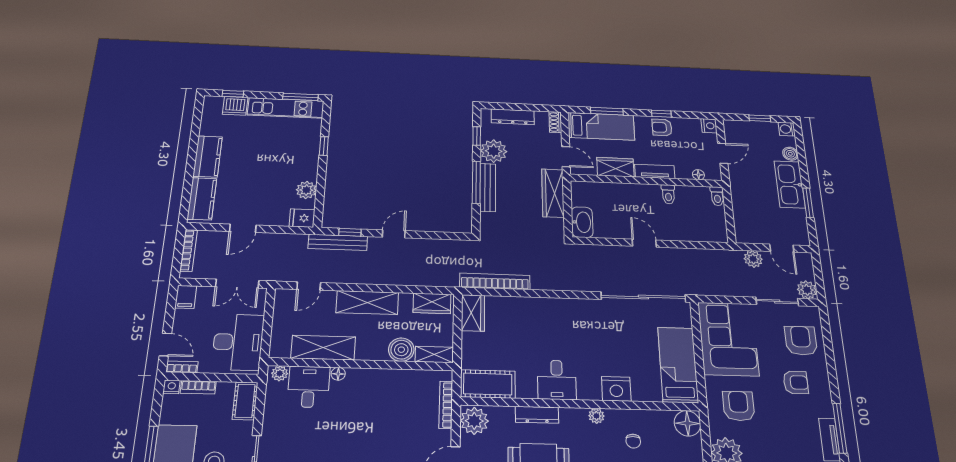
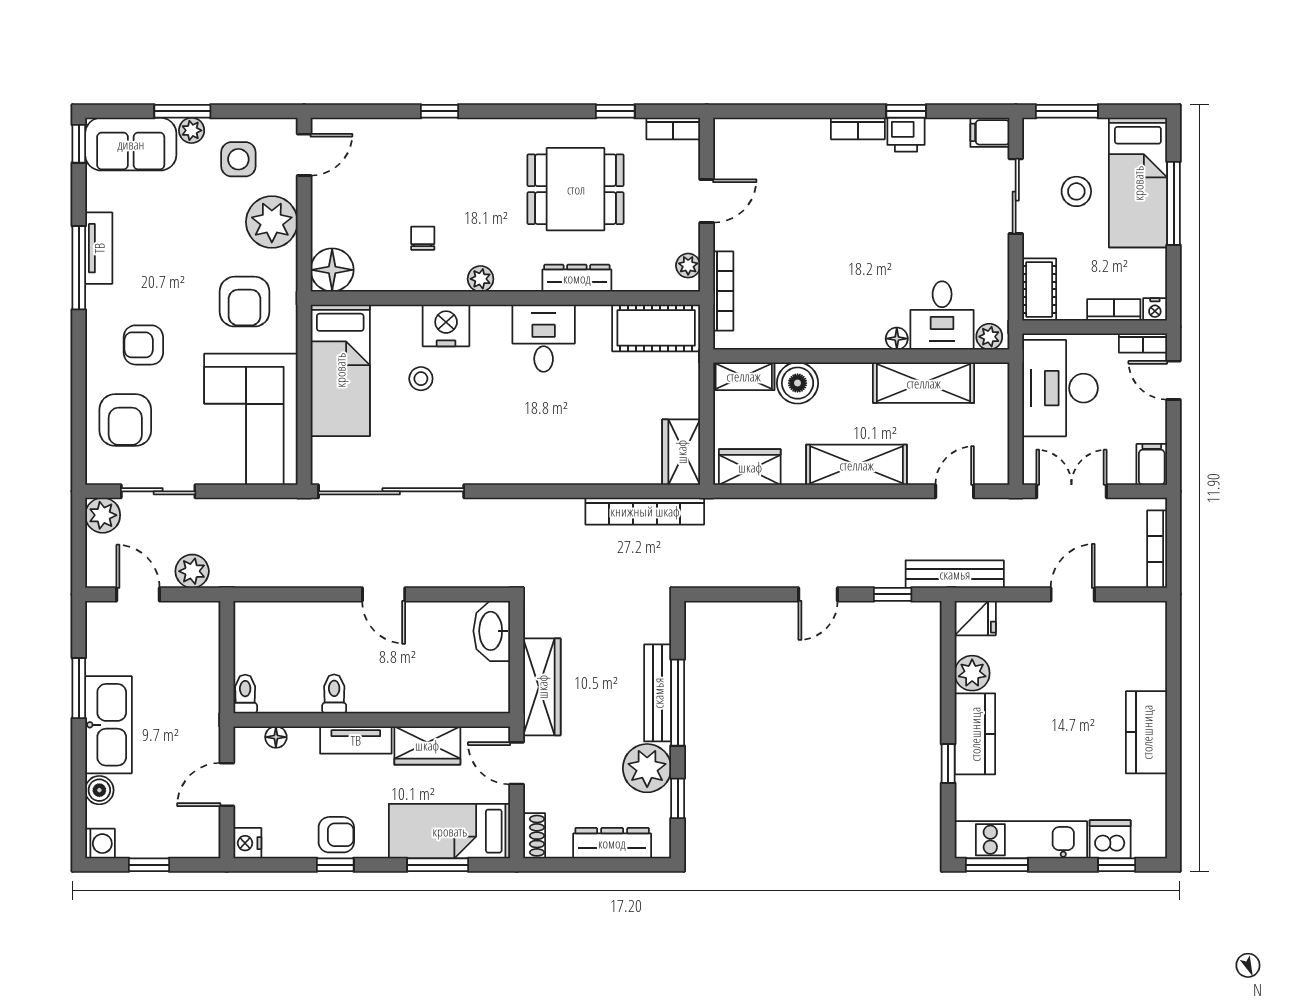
kitchen counter: (202, 199) -> (975, 734), moved, turned 180
bench: (338, 242) -> (955, 574), moved
stool: (630, 359) -> (421, 379), added
plant: (474, 421) -> (688, 266), width x0.53, depth x0.53

